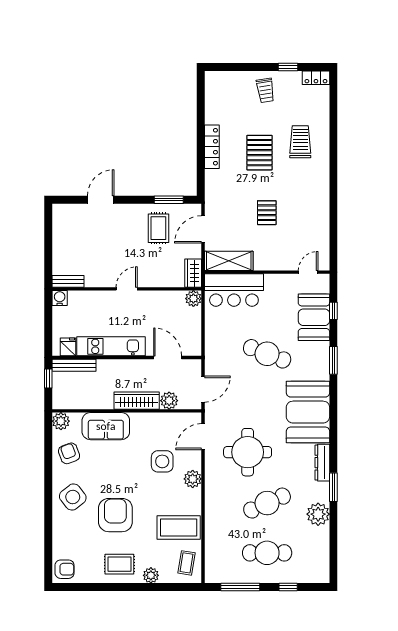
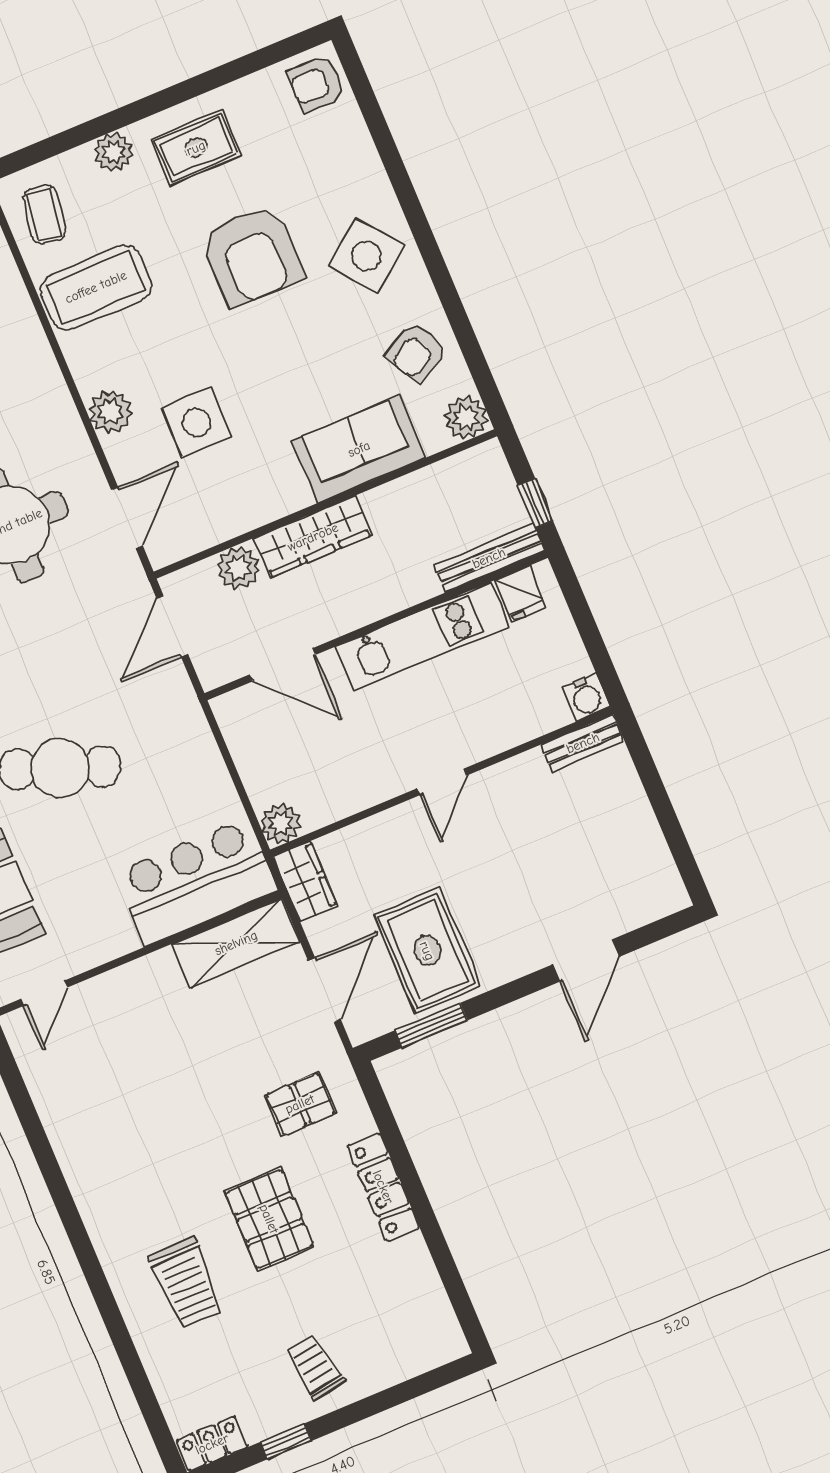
pallet: (267, 213) -> (300, 1104), moved, turned 90
rug: (158, 228) -> (427, 951), width x1.36, depth x1.43
armchair: (69, 453) -> (416, 352), turned 82

